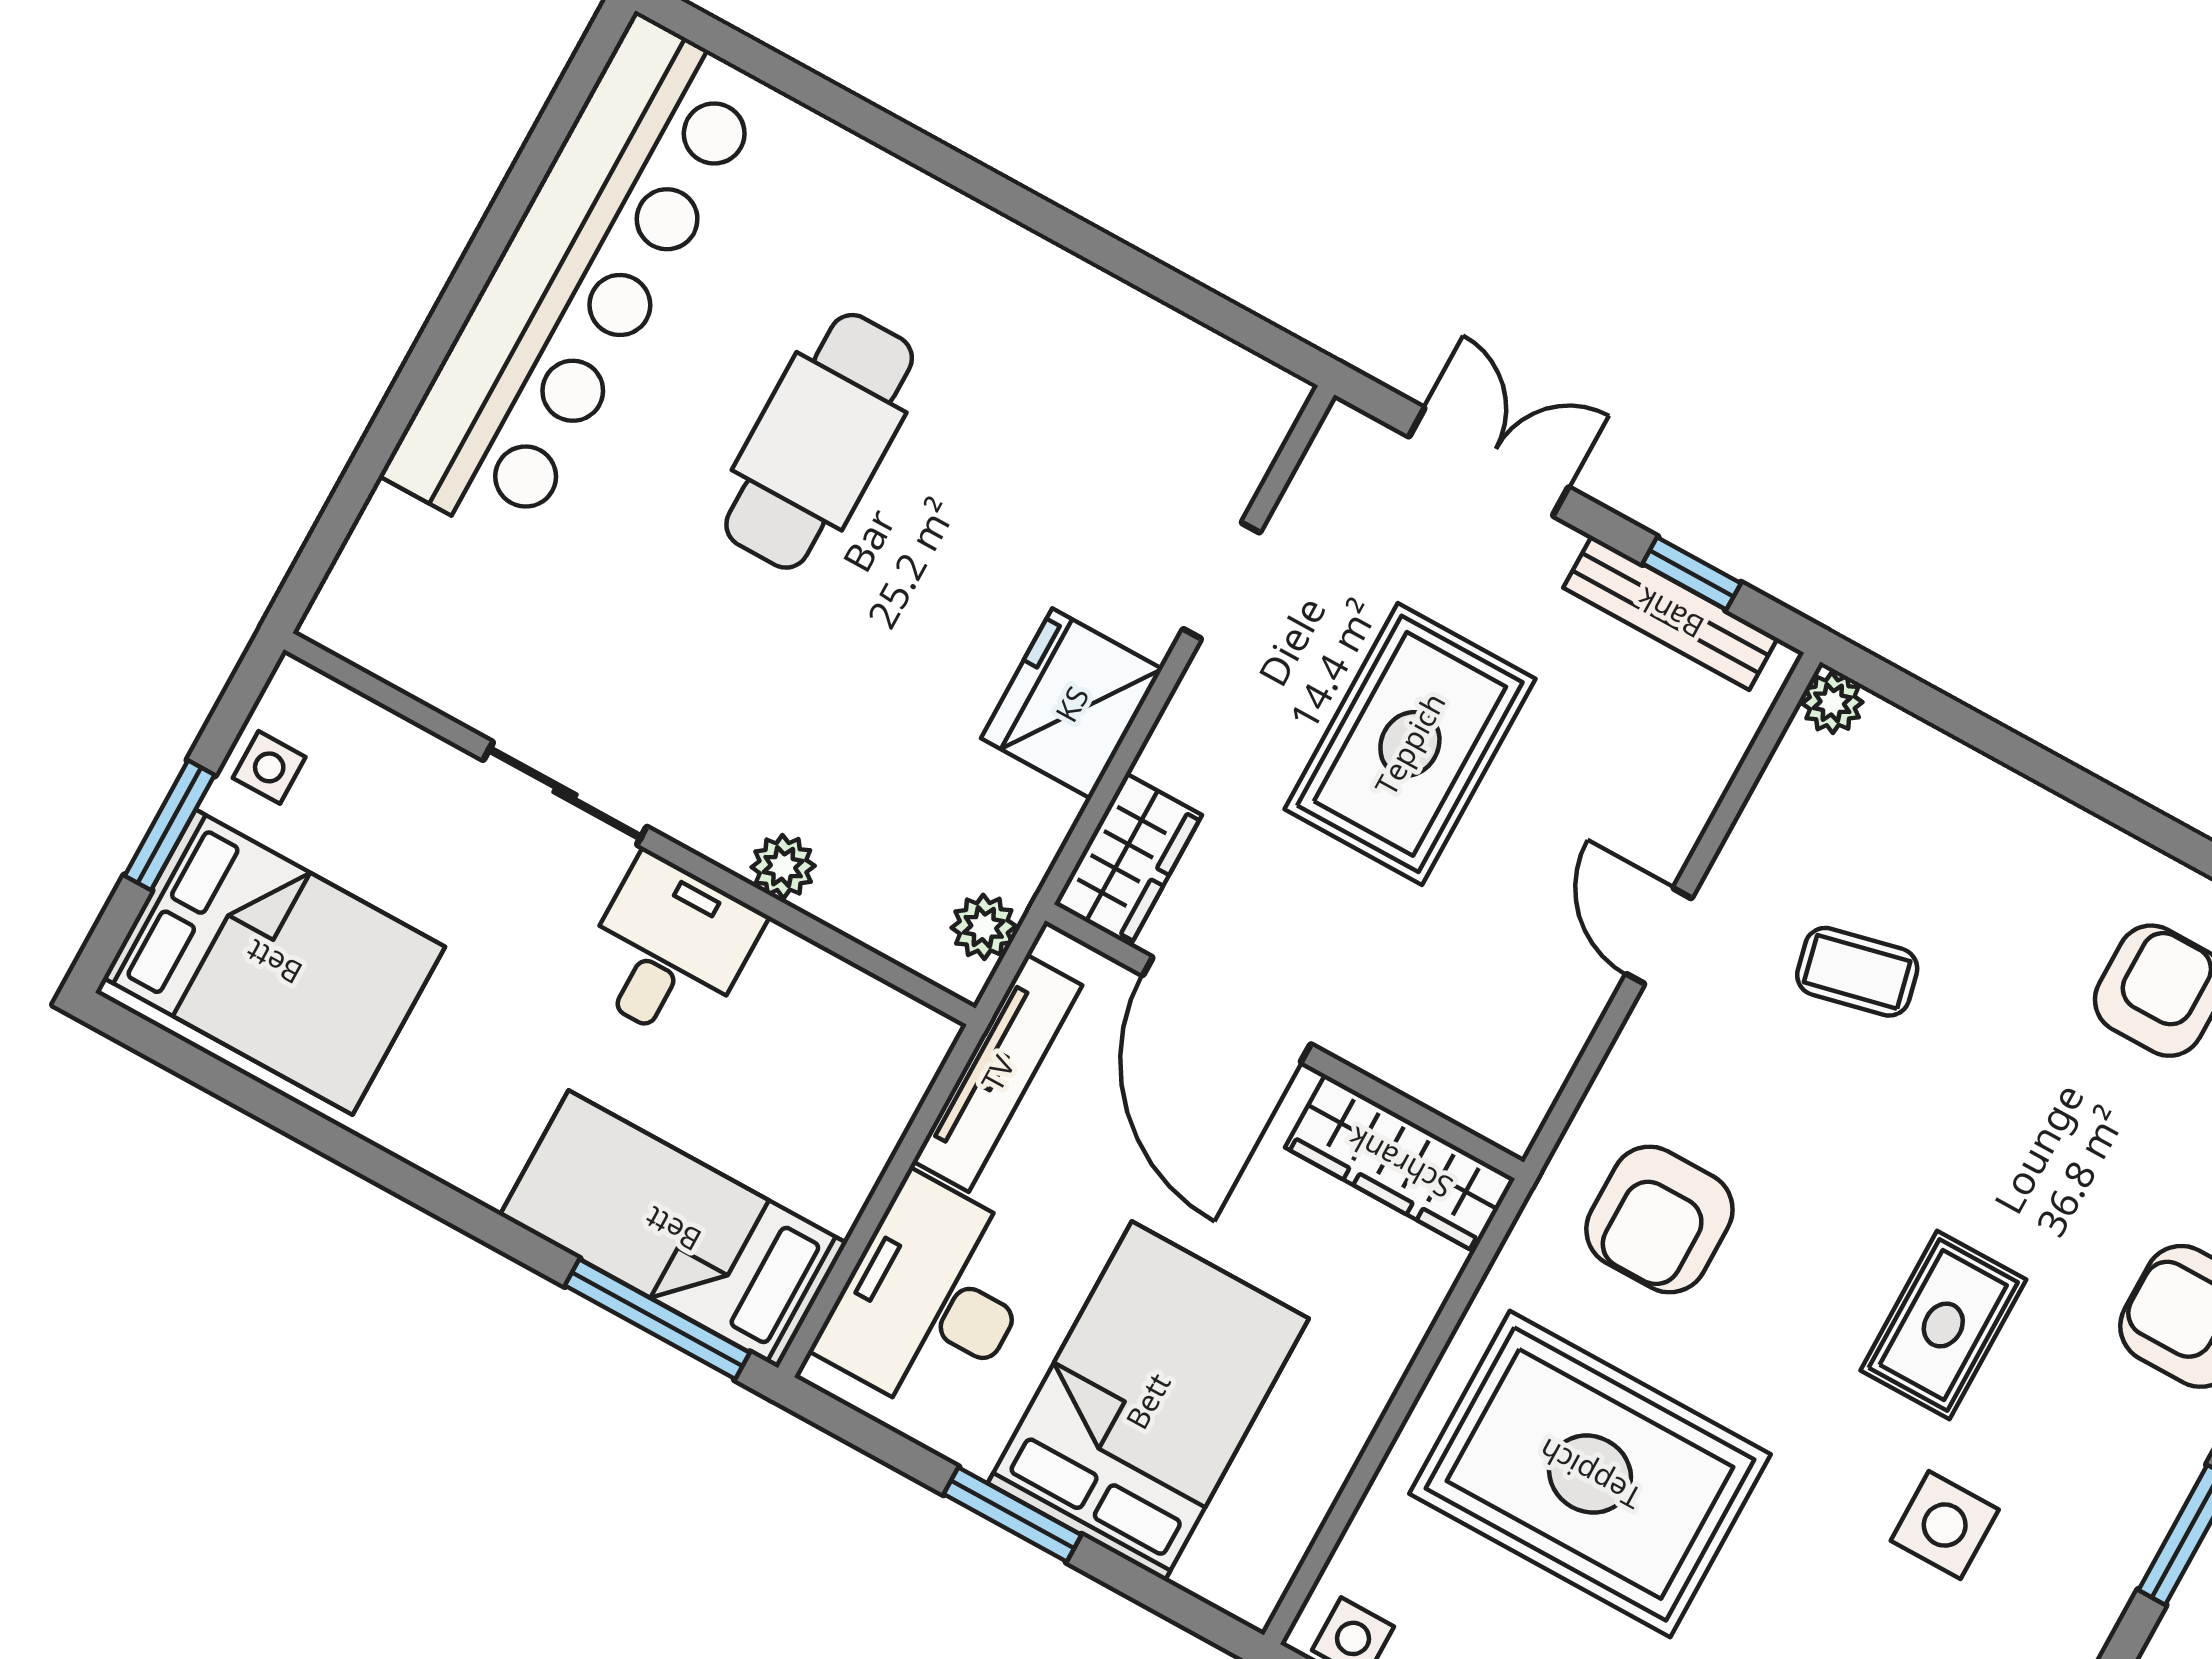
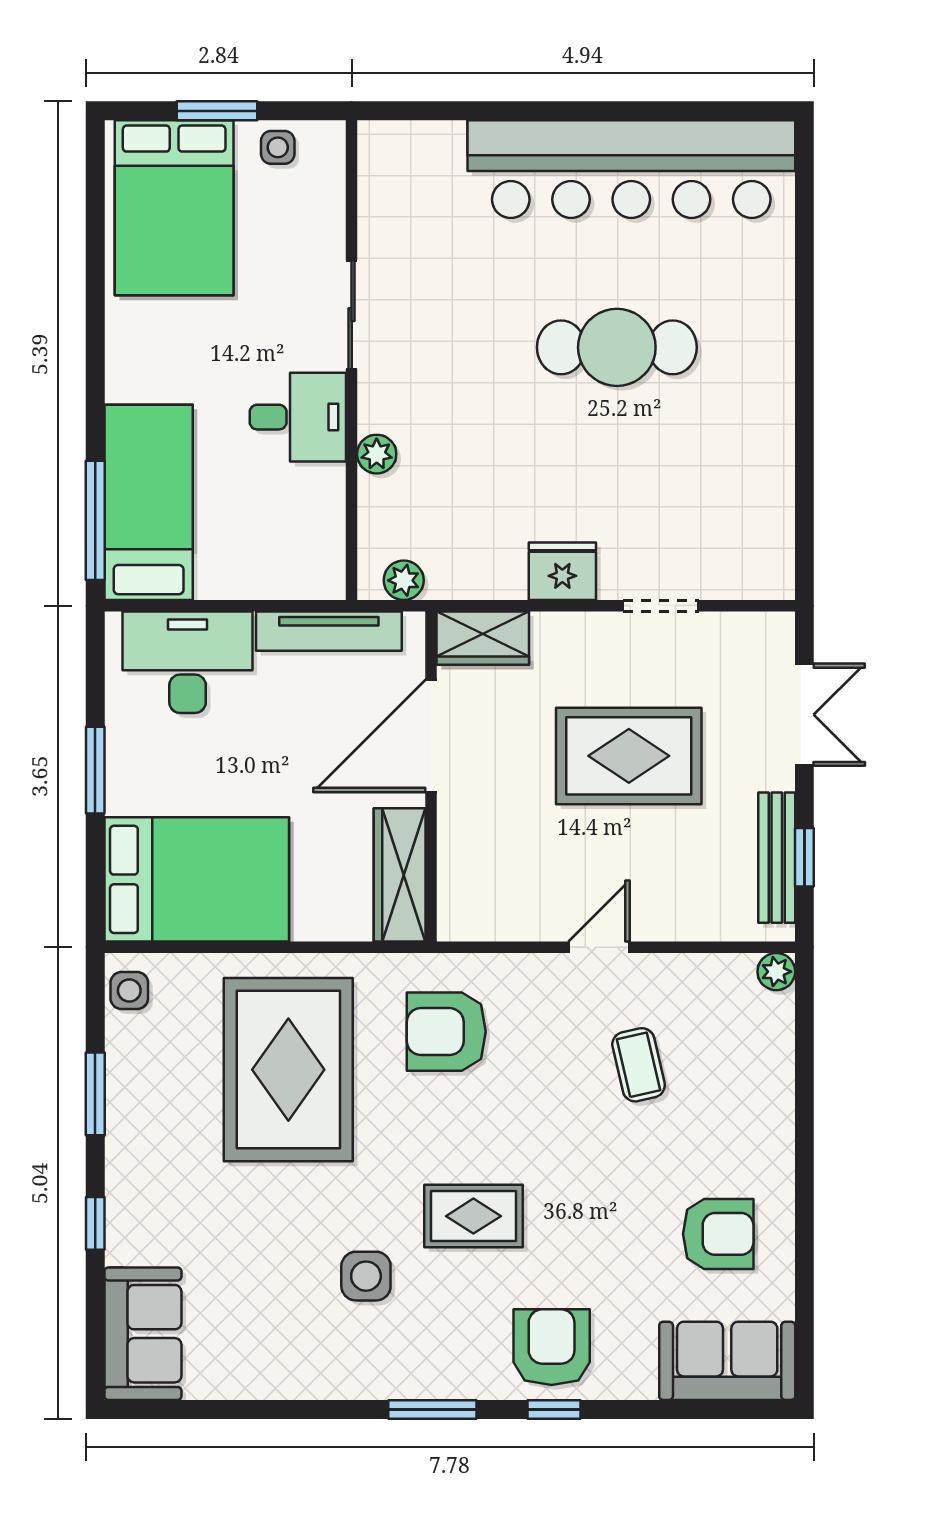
fridge: (1072, 704) -> (562, 571), width x0.73, depth x0.75
bed: (1148, 1401) -> (197, 879), moved

